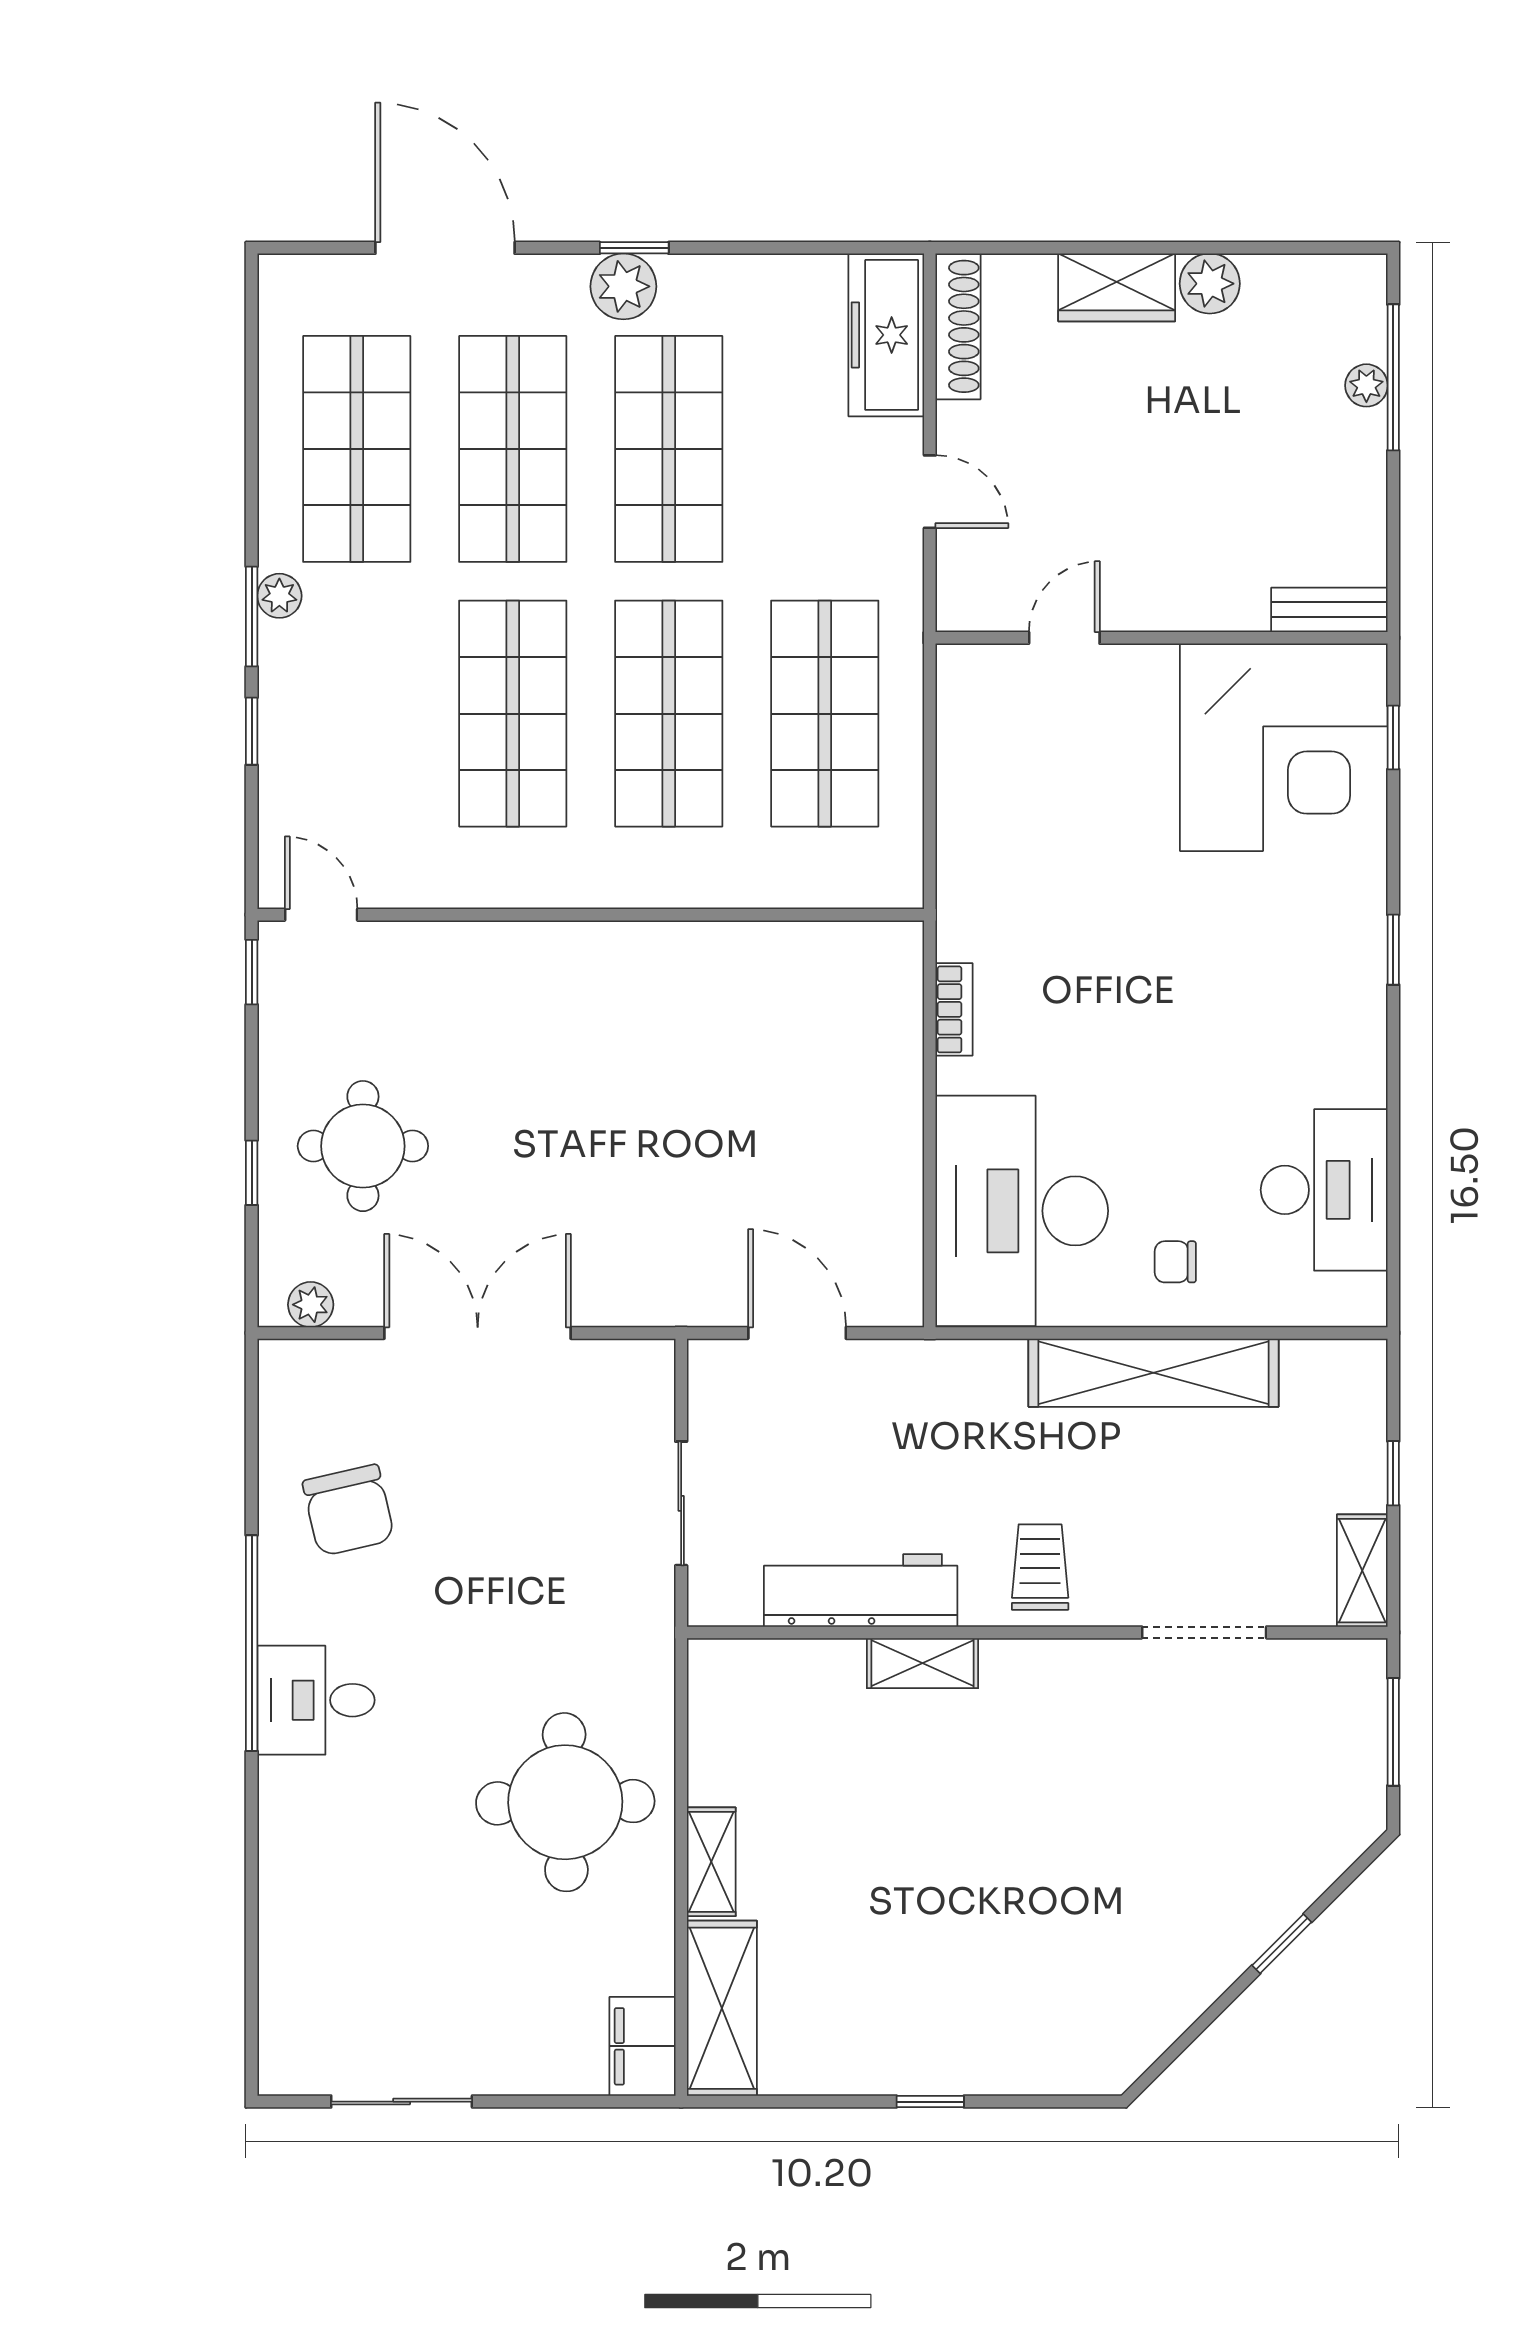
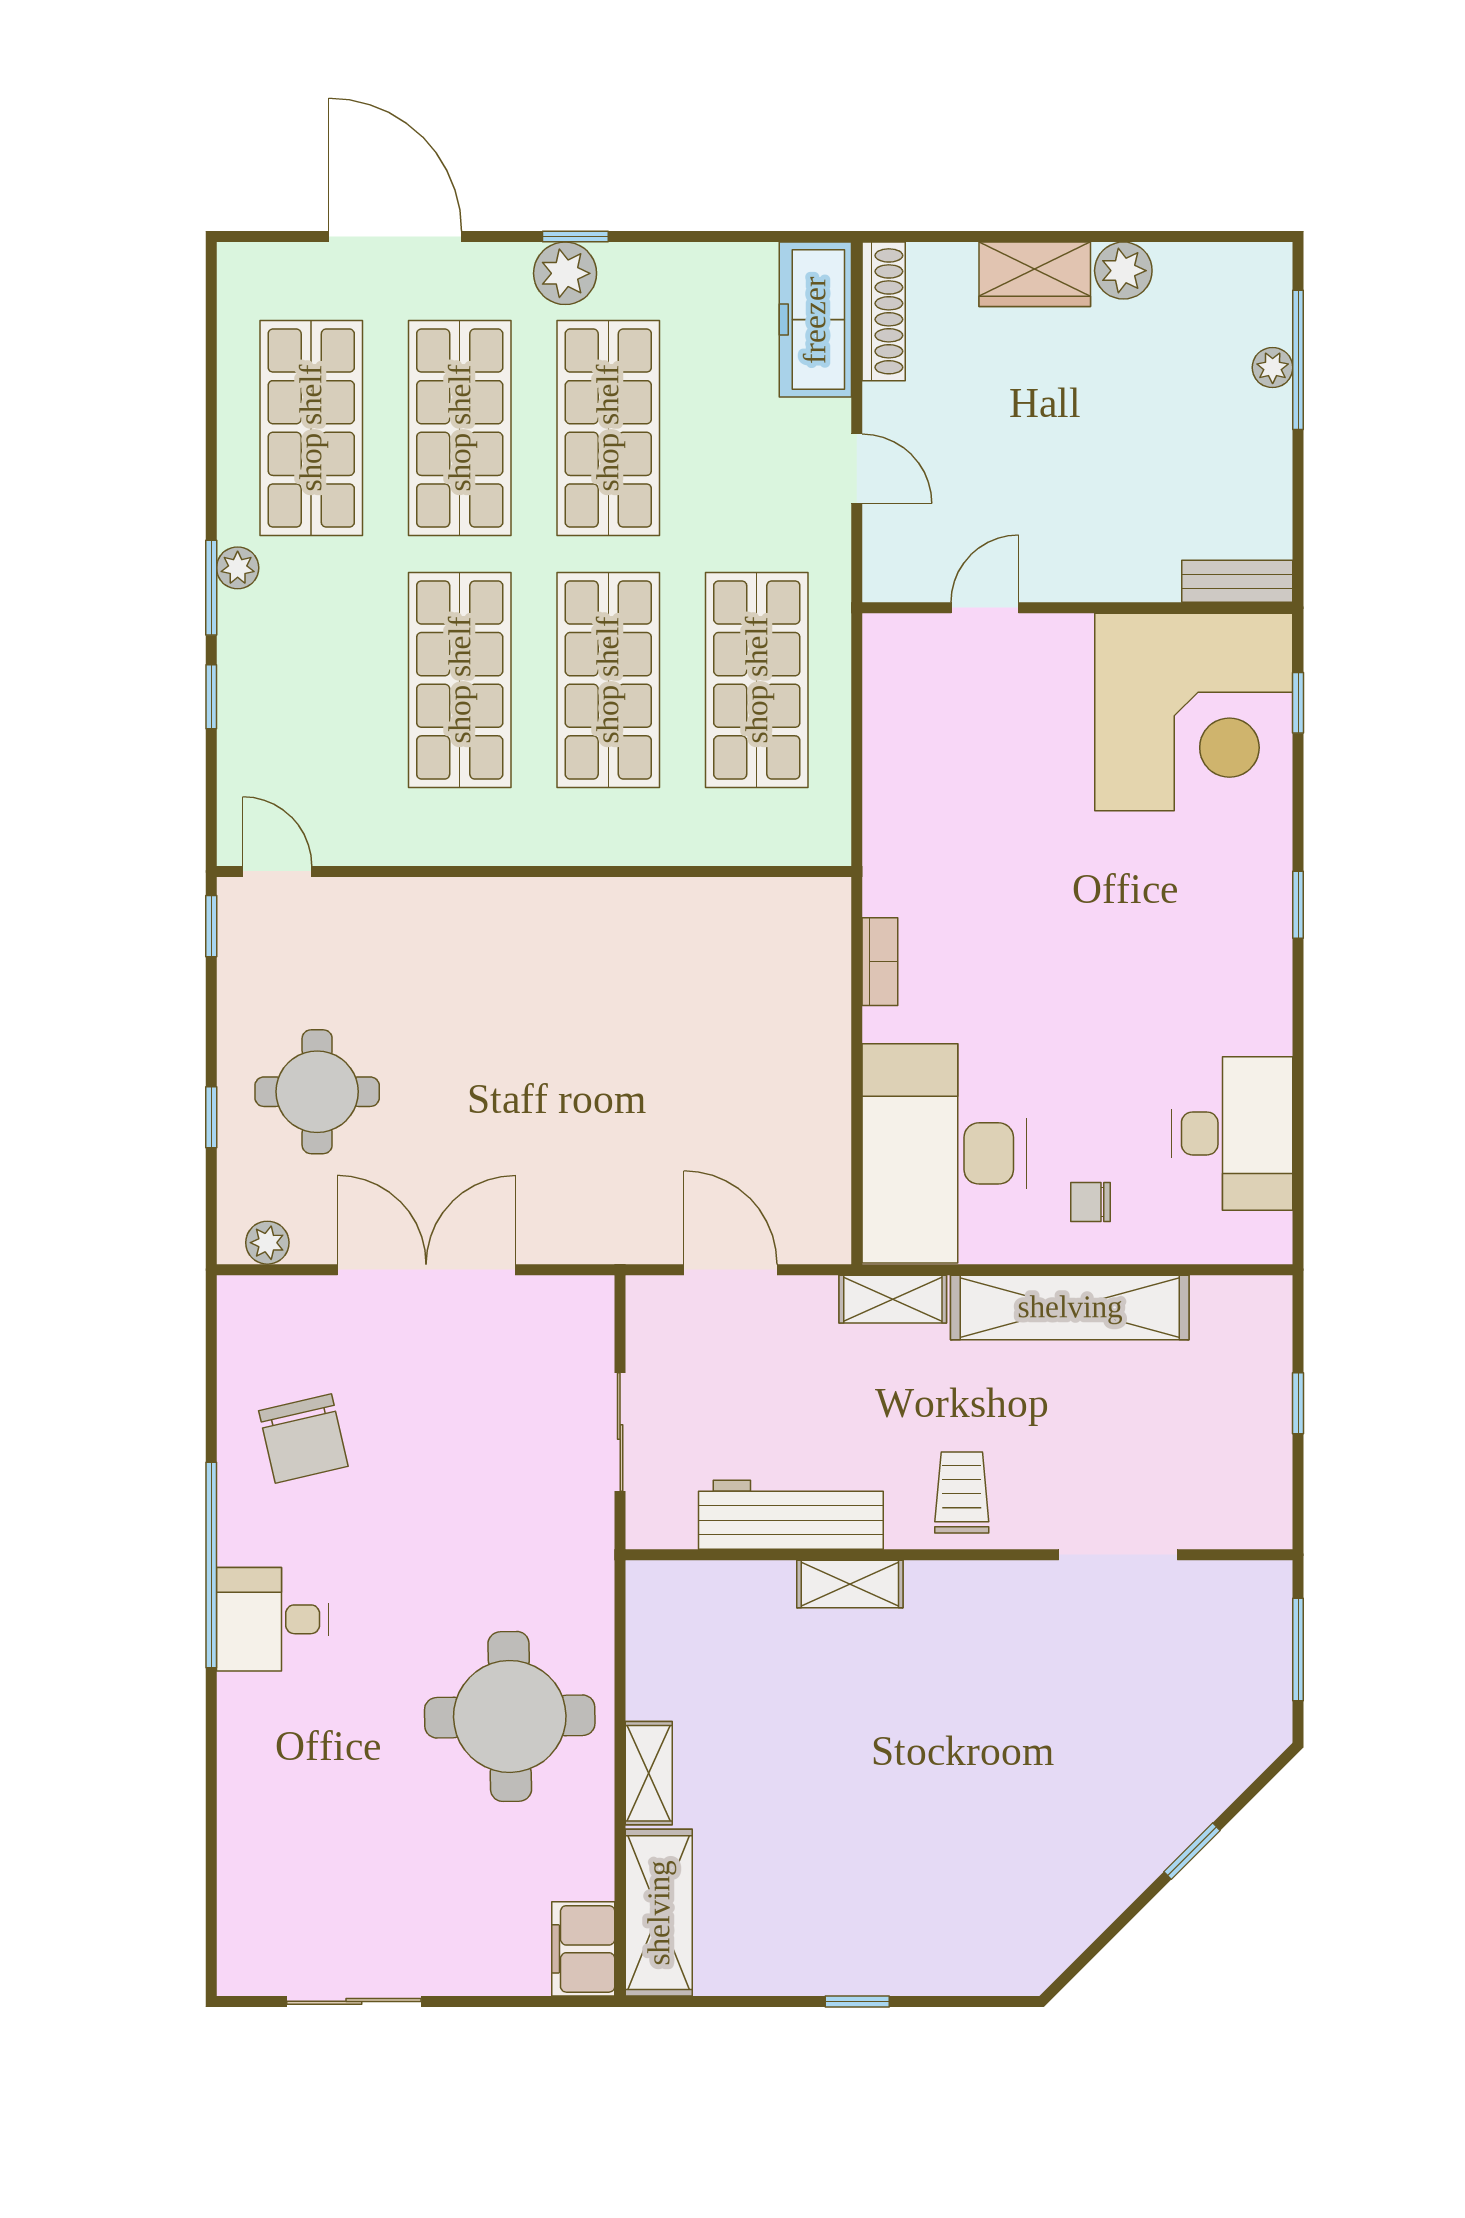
shelving: (1362, 1571) -> (893, 1299), moved, turned 90

